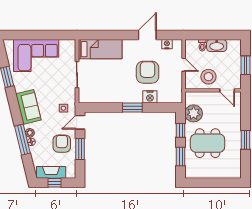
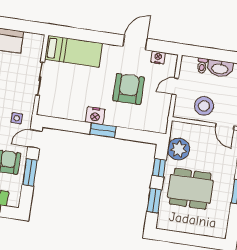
door: (184, 65) -> (175, 86), swing flipped
nightstand: (150, 97) -> (95, 116), moved

